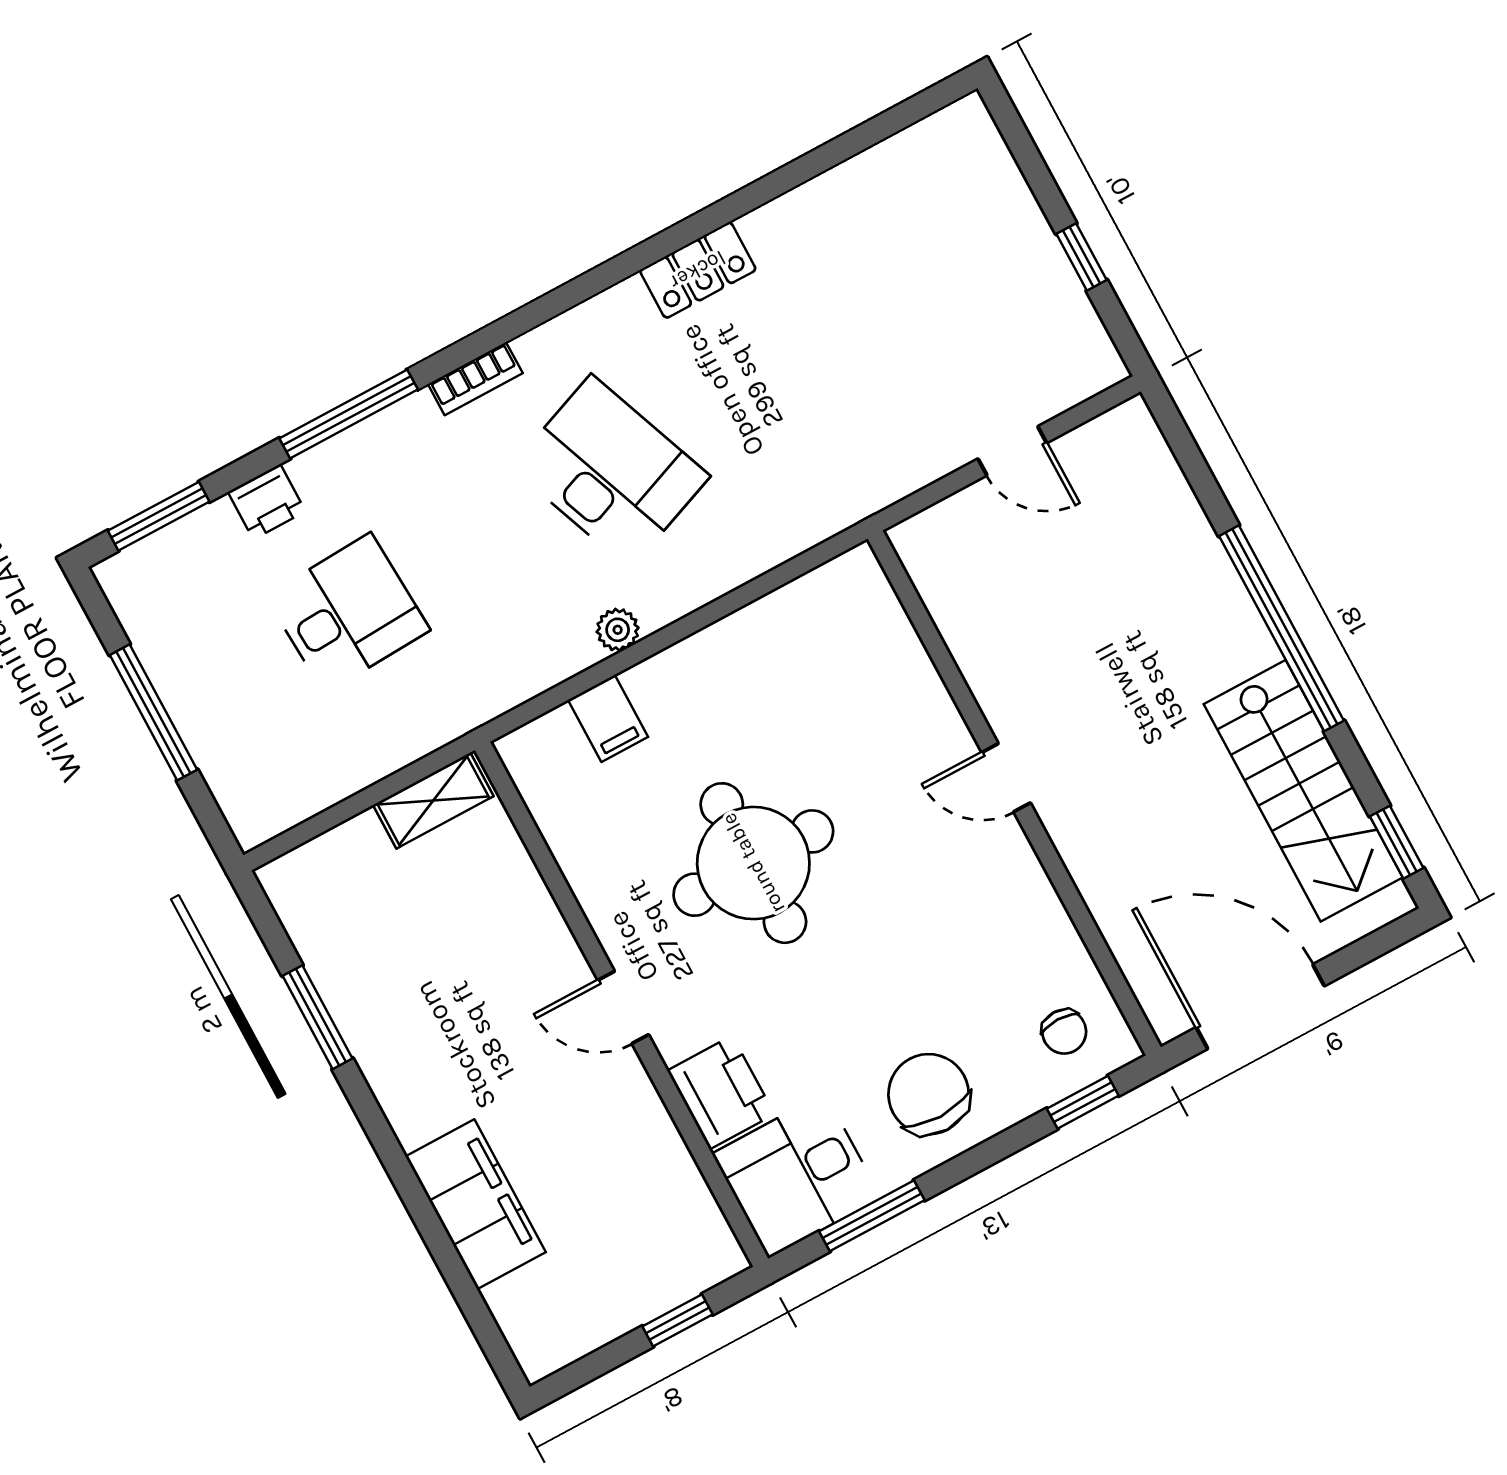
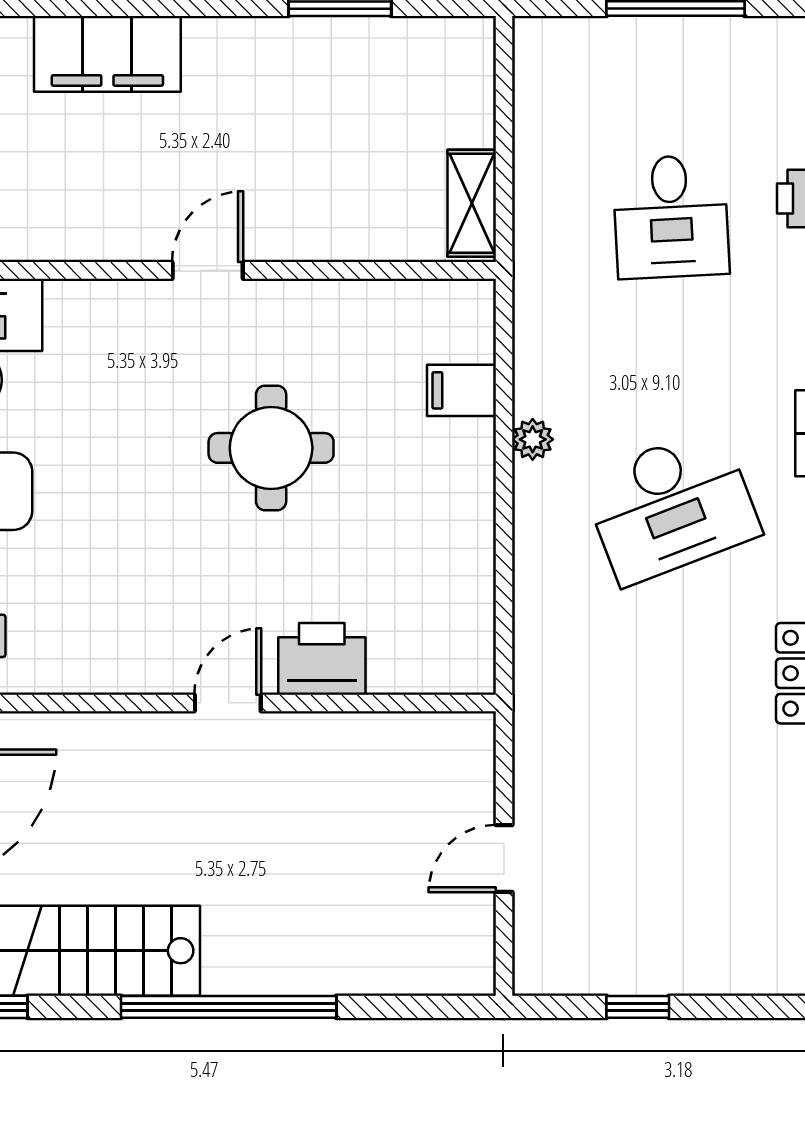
round table: (753, 863) -> (271, 448), width x0.73, depth x0.73
printer: (721, 1093) -> (322, 659), moved, turned 180

